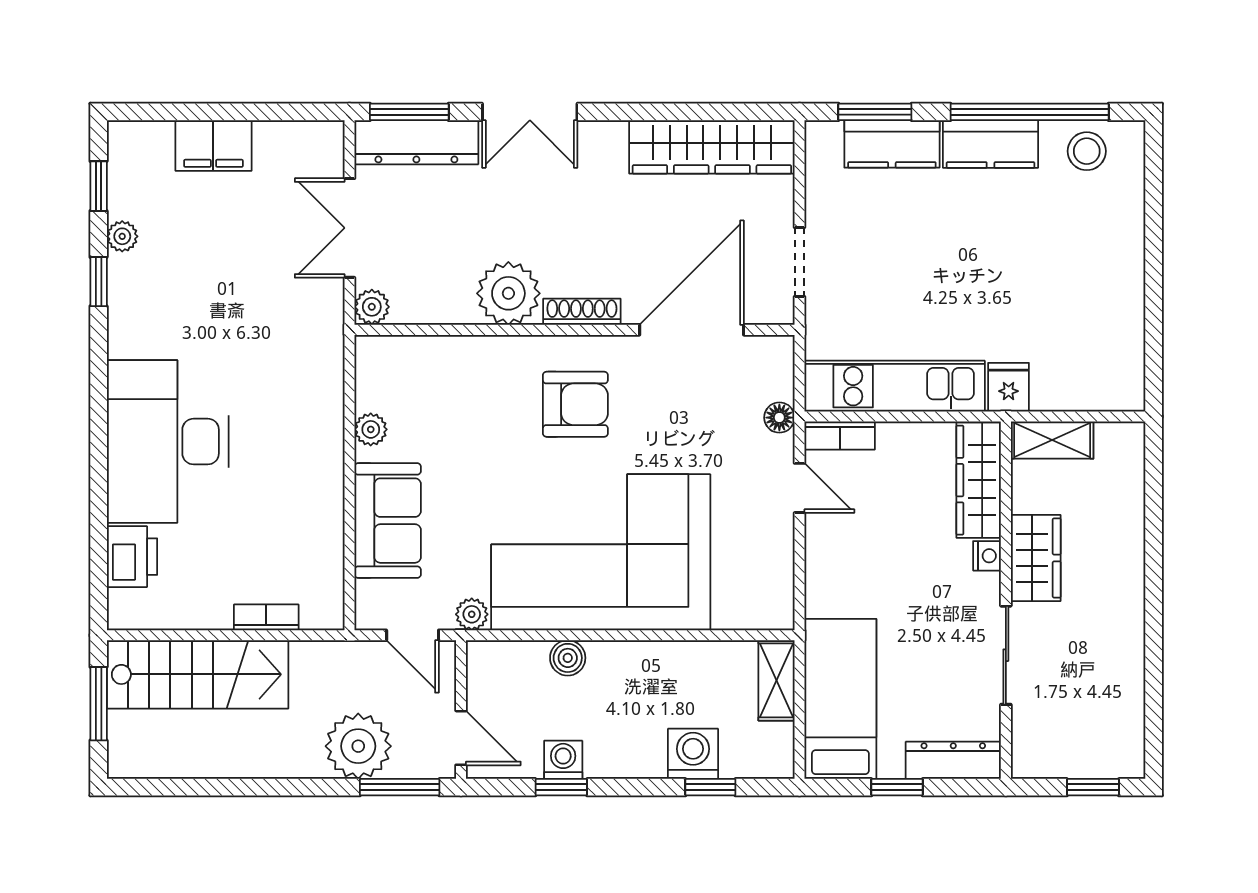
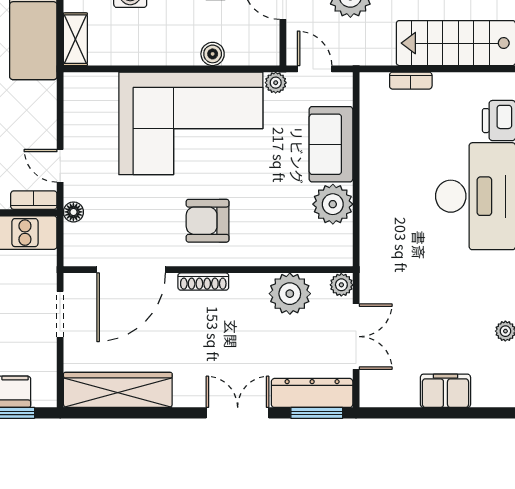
plant: (508, 293) -> (290, 294), moved
plant: (371, 429) -> (333, 204), width x1.87, depth x1.87

